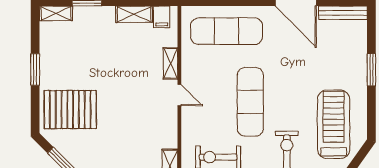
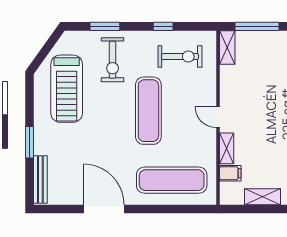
bench: (343, 13) -> (40, 180), moved, turned 90
filing cabinet: (162, 17) -> (230, 173), moved, turned 90

